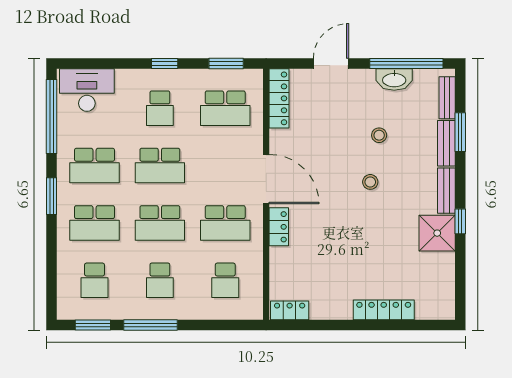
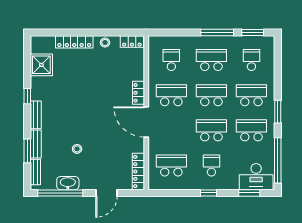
window: (226, 63) -> (249, 193), moved
stool: (370, 182) -> (105, 42), moved
shower: (437, 233) -> (41, 65), moved
school desk: (160, 280) -> (211, 60), width x1.85

